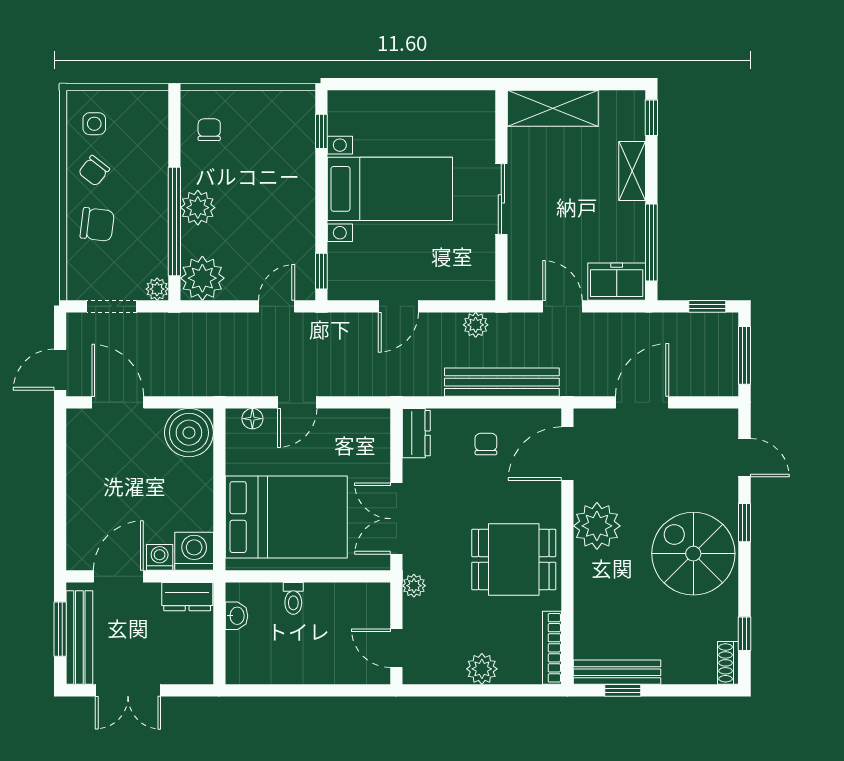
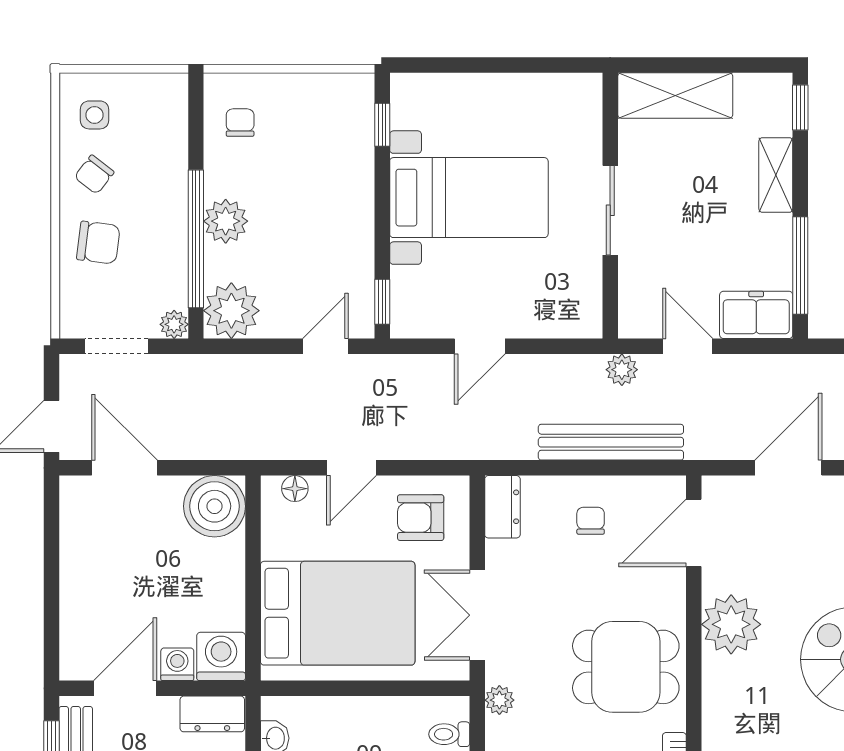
plant: (476, 325) -> (622, 370), moved
armchair: (352, 442) -> (421, 518), added
toilet: (293, 598) -> (449, 734), moved, turned 90

